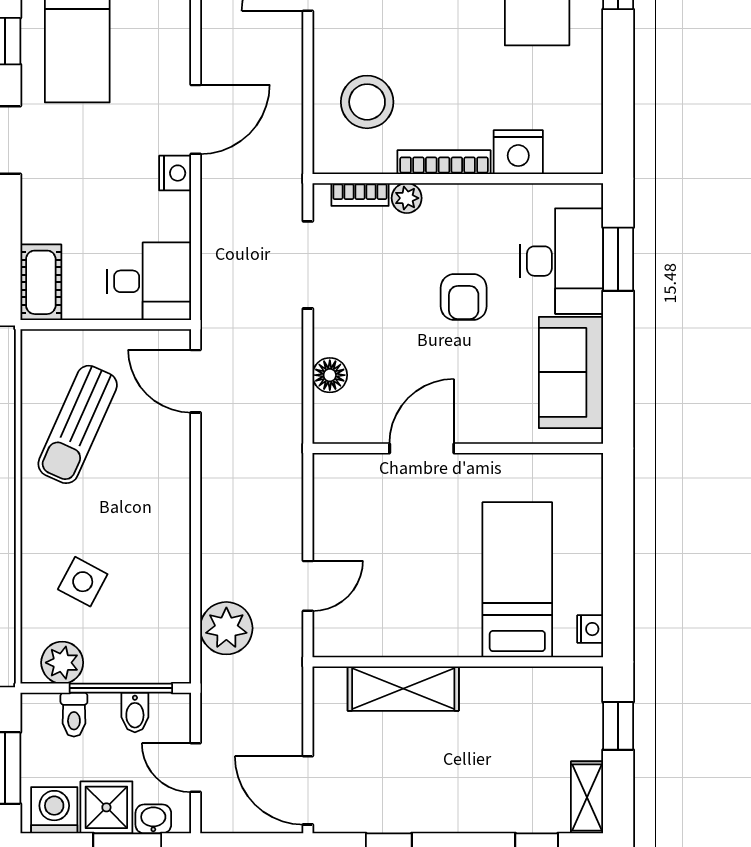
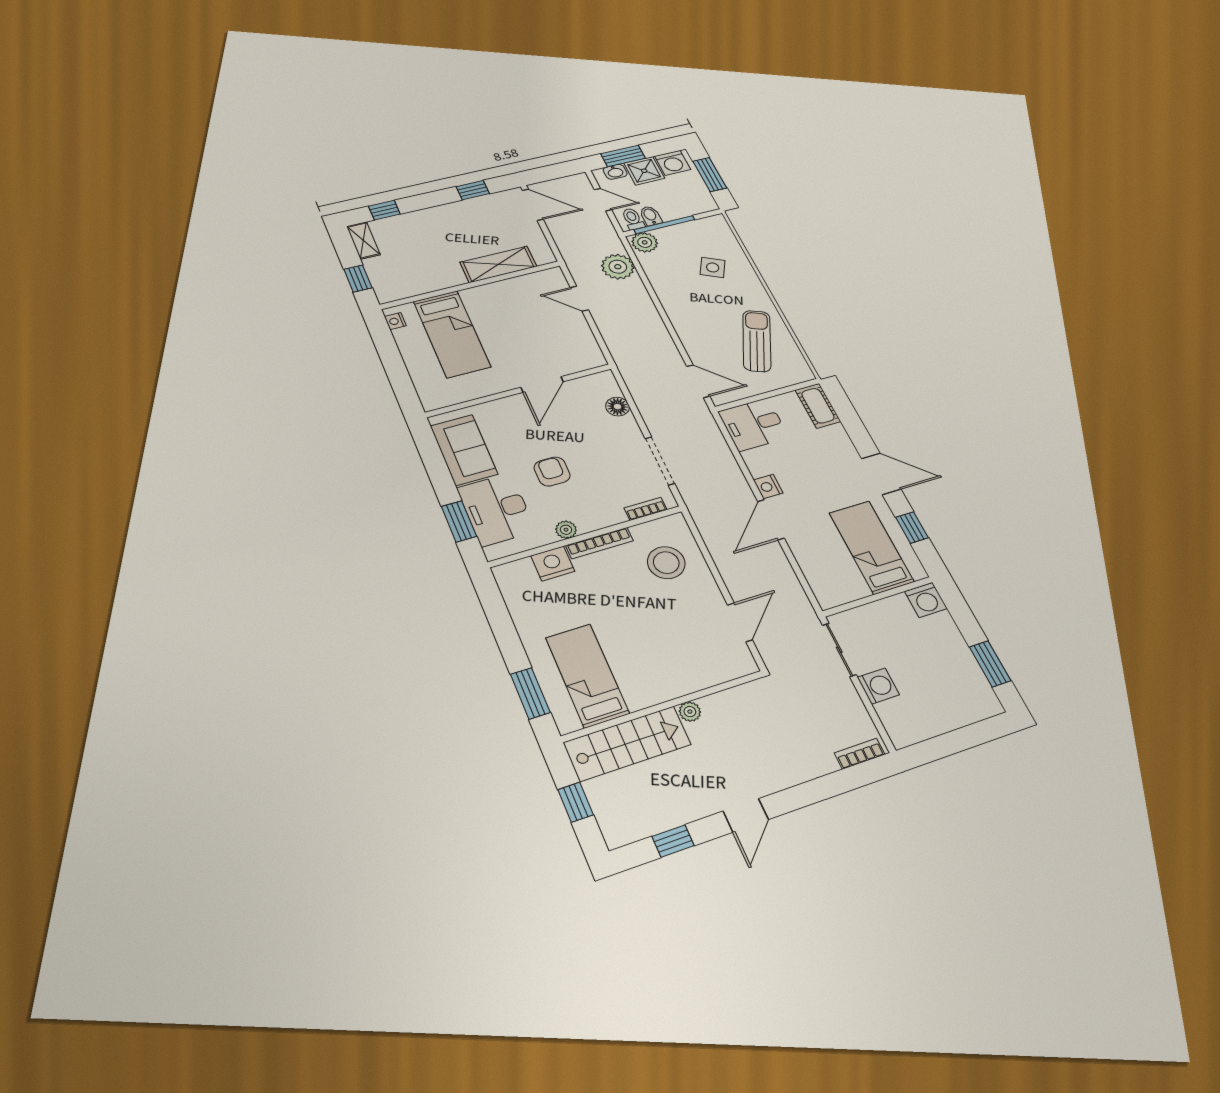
plant: (407, 198) -> (566, 530), moved
door: (308, 586) -> (579, 299), hinge flipped
plant: (62, 663) -> (645, 242), moved
toilet: (74, 715) -> (633, 219), moved

